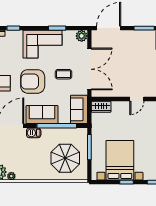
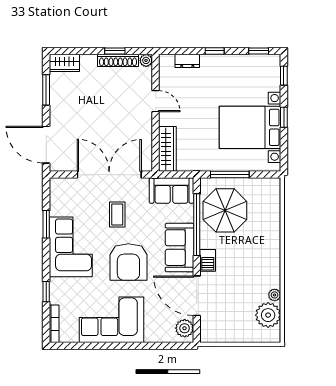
plant: (82, 36) -> (58, 187), removed
wardrobe: (101, 107) -> (167, 149), width x1.50
parasol: (65, 158) -> (225, 210), moved

